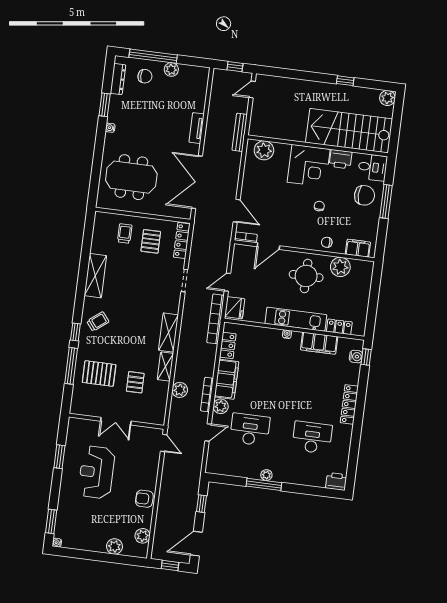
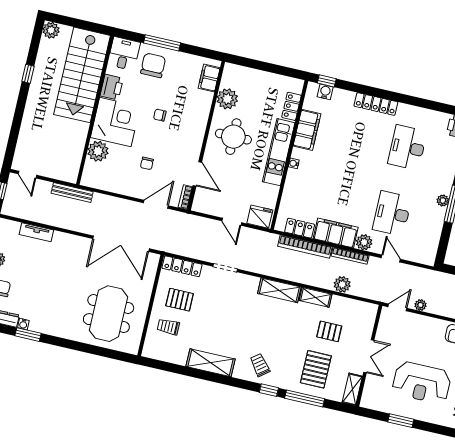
water cooler: (110, 128) -> (23, 324), moved
tv unit: (197, 128) -> (36, 232), moved
plant: (264, 150) -> (98, 151), moved
chair: (327, 242) -> (147, 163), moved
bookcase: (215, 319) -> (305, 247), moved
shelving: (84, 409) -> (352, 389), added
plant: (168, 464) -> (420, 305), added

